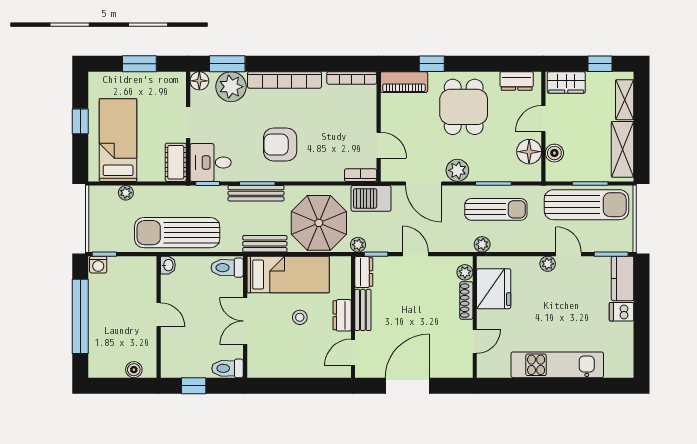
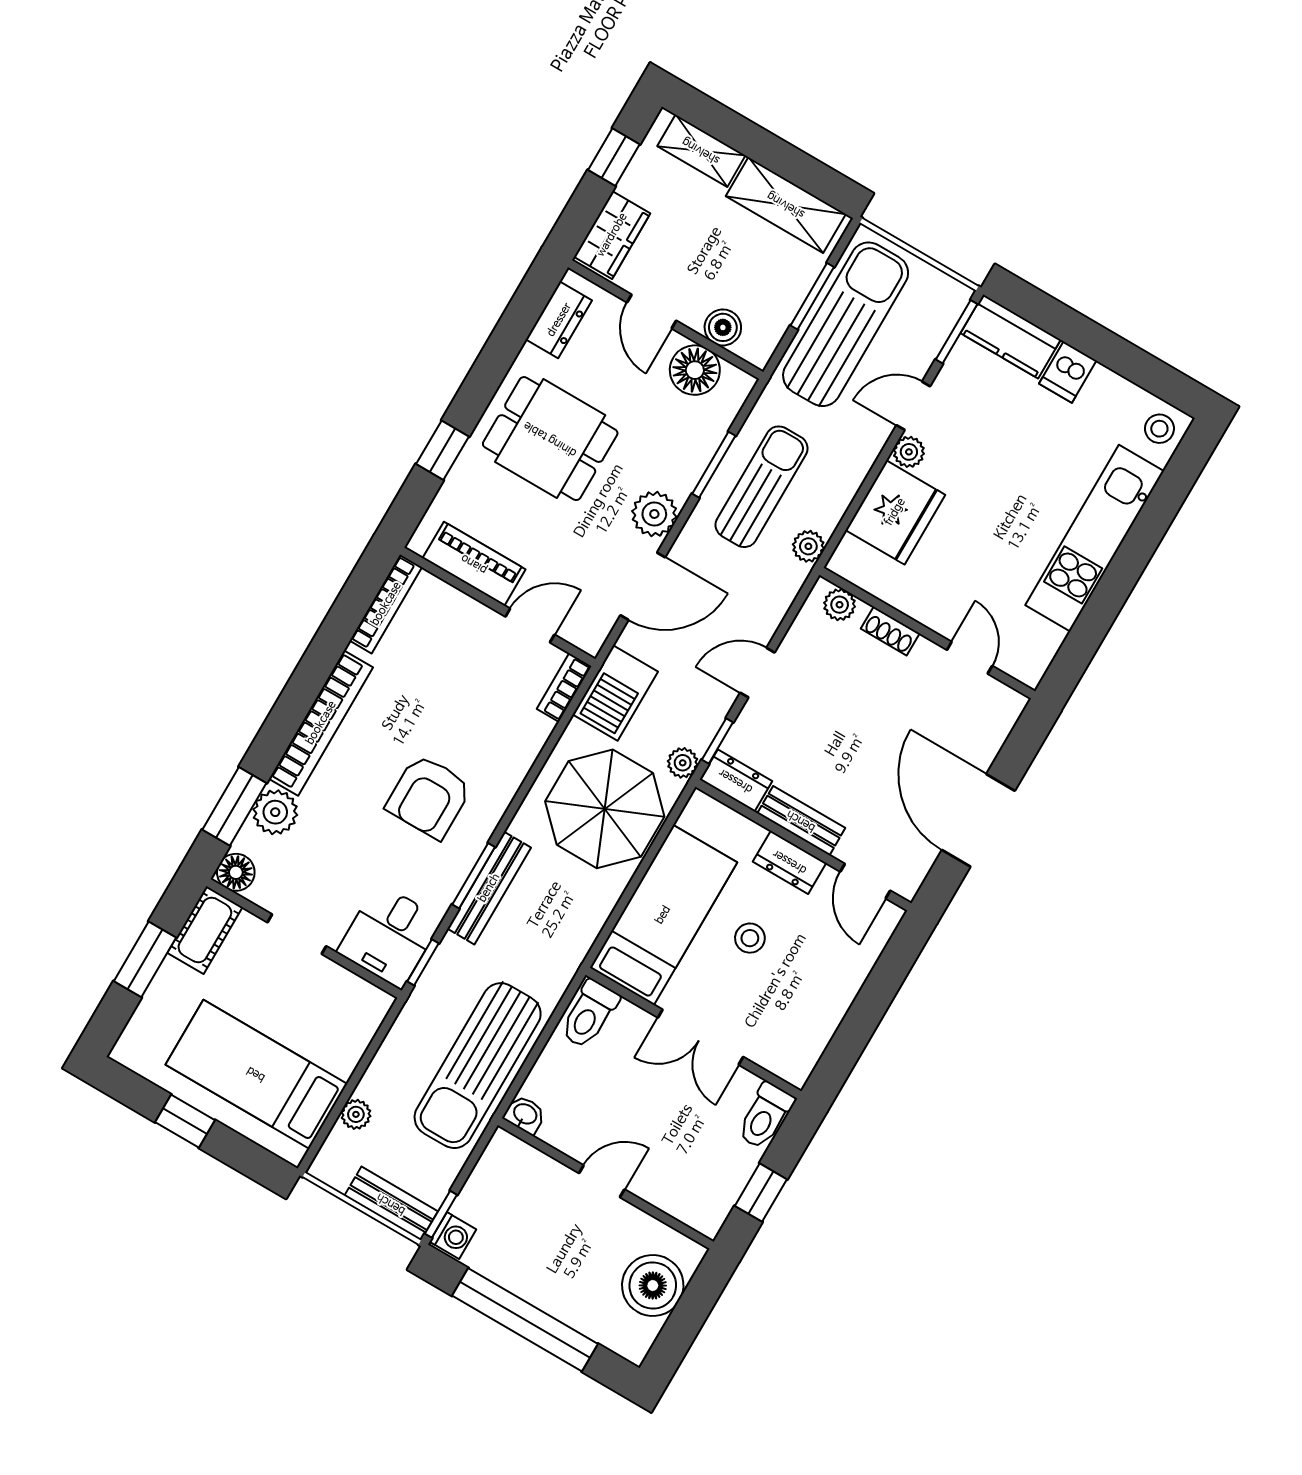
piano: (404, 82) -> (474, 564), moved, turned -90
plant: (231, 87) -> (275, 812), width x0.73, depth x0.73
cot: (176, 162) -> (205, 930), moved, turned 90
bench: (265, 244) -> (391, 1204), moved, turned 90
fridge: (494, 289) -> (895, 512), moved, turned 90
shoe rack: (466, 301) -> (890, 631), width x0.70
stool: (620, 365) -> (1159, 429), added
boiler: (134, 370) -> (653, 1285), width x1.86, depth x1.86

